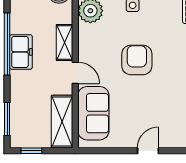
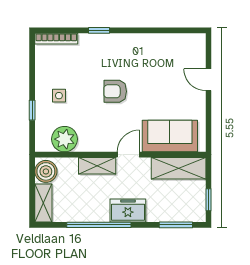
freezer: (21, 52) -> (128, 211), moved
armchair: (137, 60) -> (115, 91), width x0.72, depth x0.72

